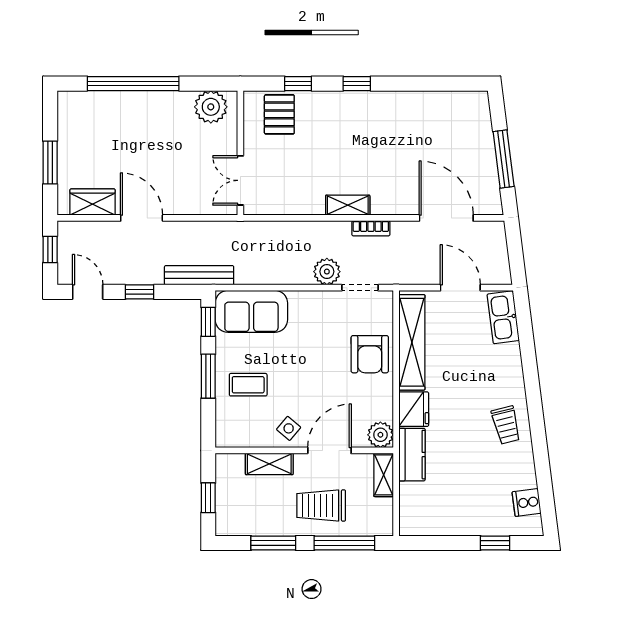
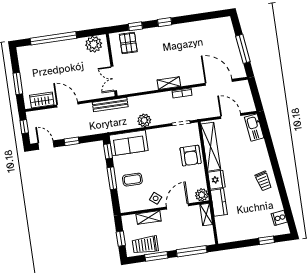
plant: (327, 272) -> (144, 120), moved
bench: (199, 275) -> (110, 105), moved
trolley: (321, 506) -> (145, 245), moved

